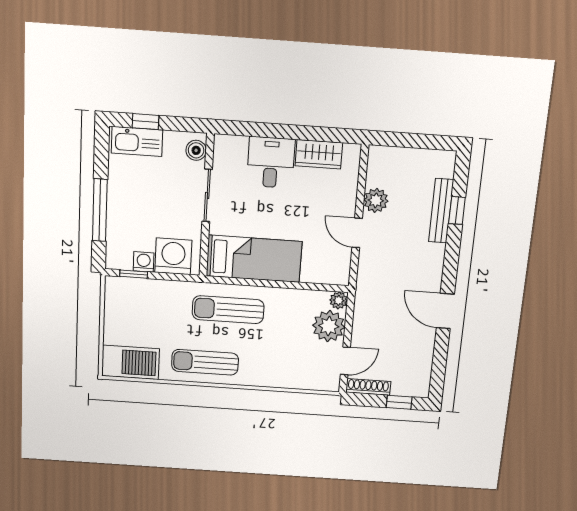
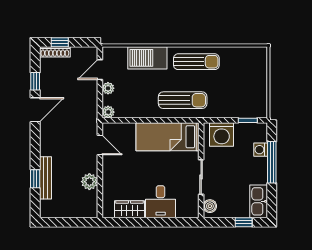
kitchen sink: (137, 141) -> (259, 201), moved, turned -90
door: (357, 233) -> (100, 145), moved
washing machine: (144, 262) -> (261, 150), moved, turned 90
door: (445, 311) -> (35, 110), hinge flipped
plant: (329, 326) -> (108, 88), width x0.53, depth x0.53
window: (441, 351) -> (35, 81), added
barbecue: (130, 362) -> (147, 58), moved
shoe rack: (368, 387) -> (55, 52), moved

